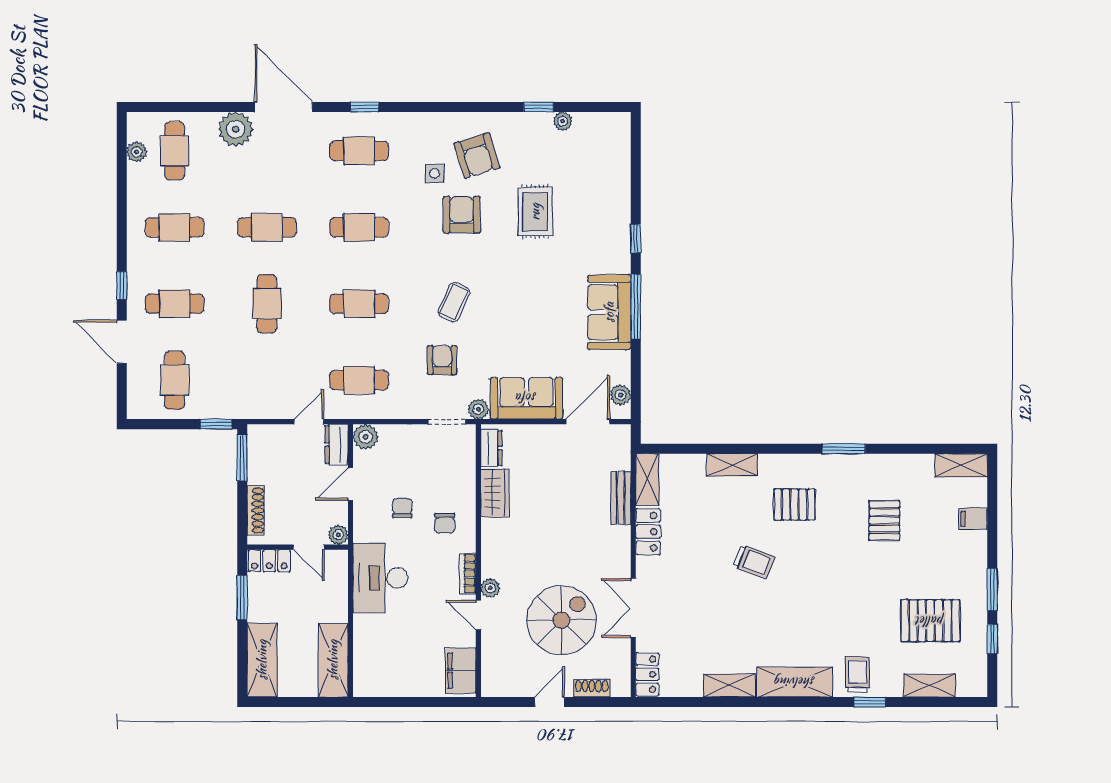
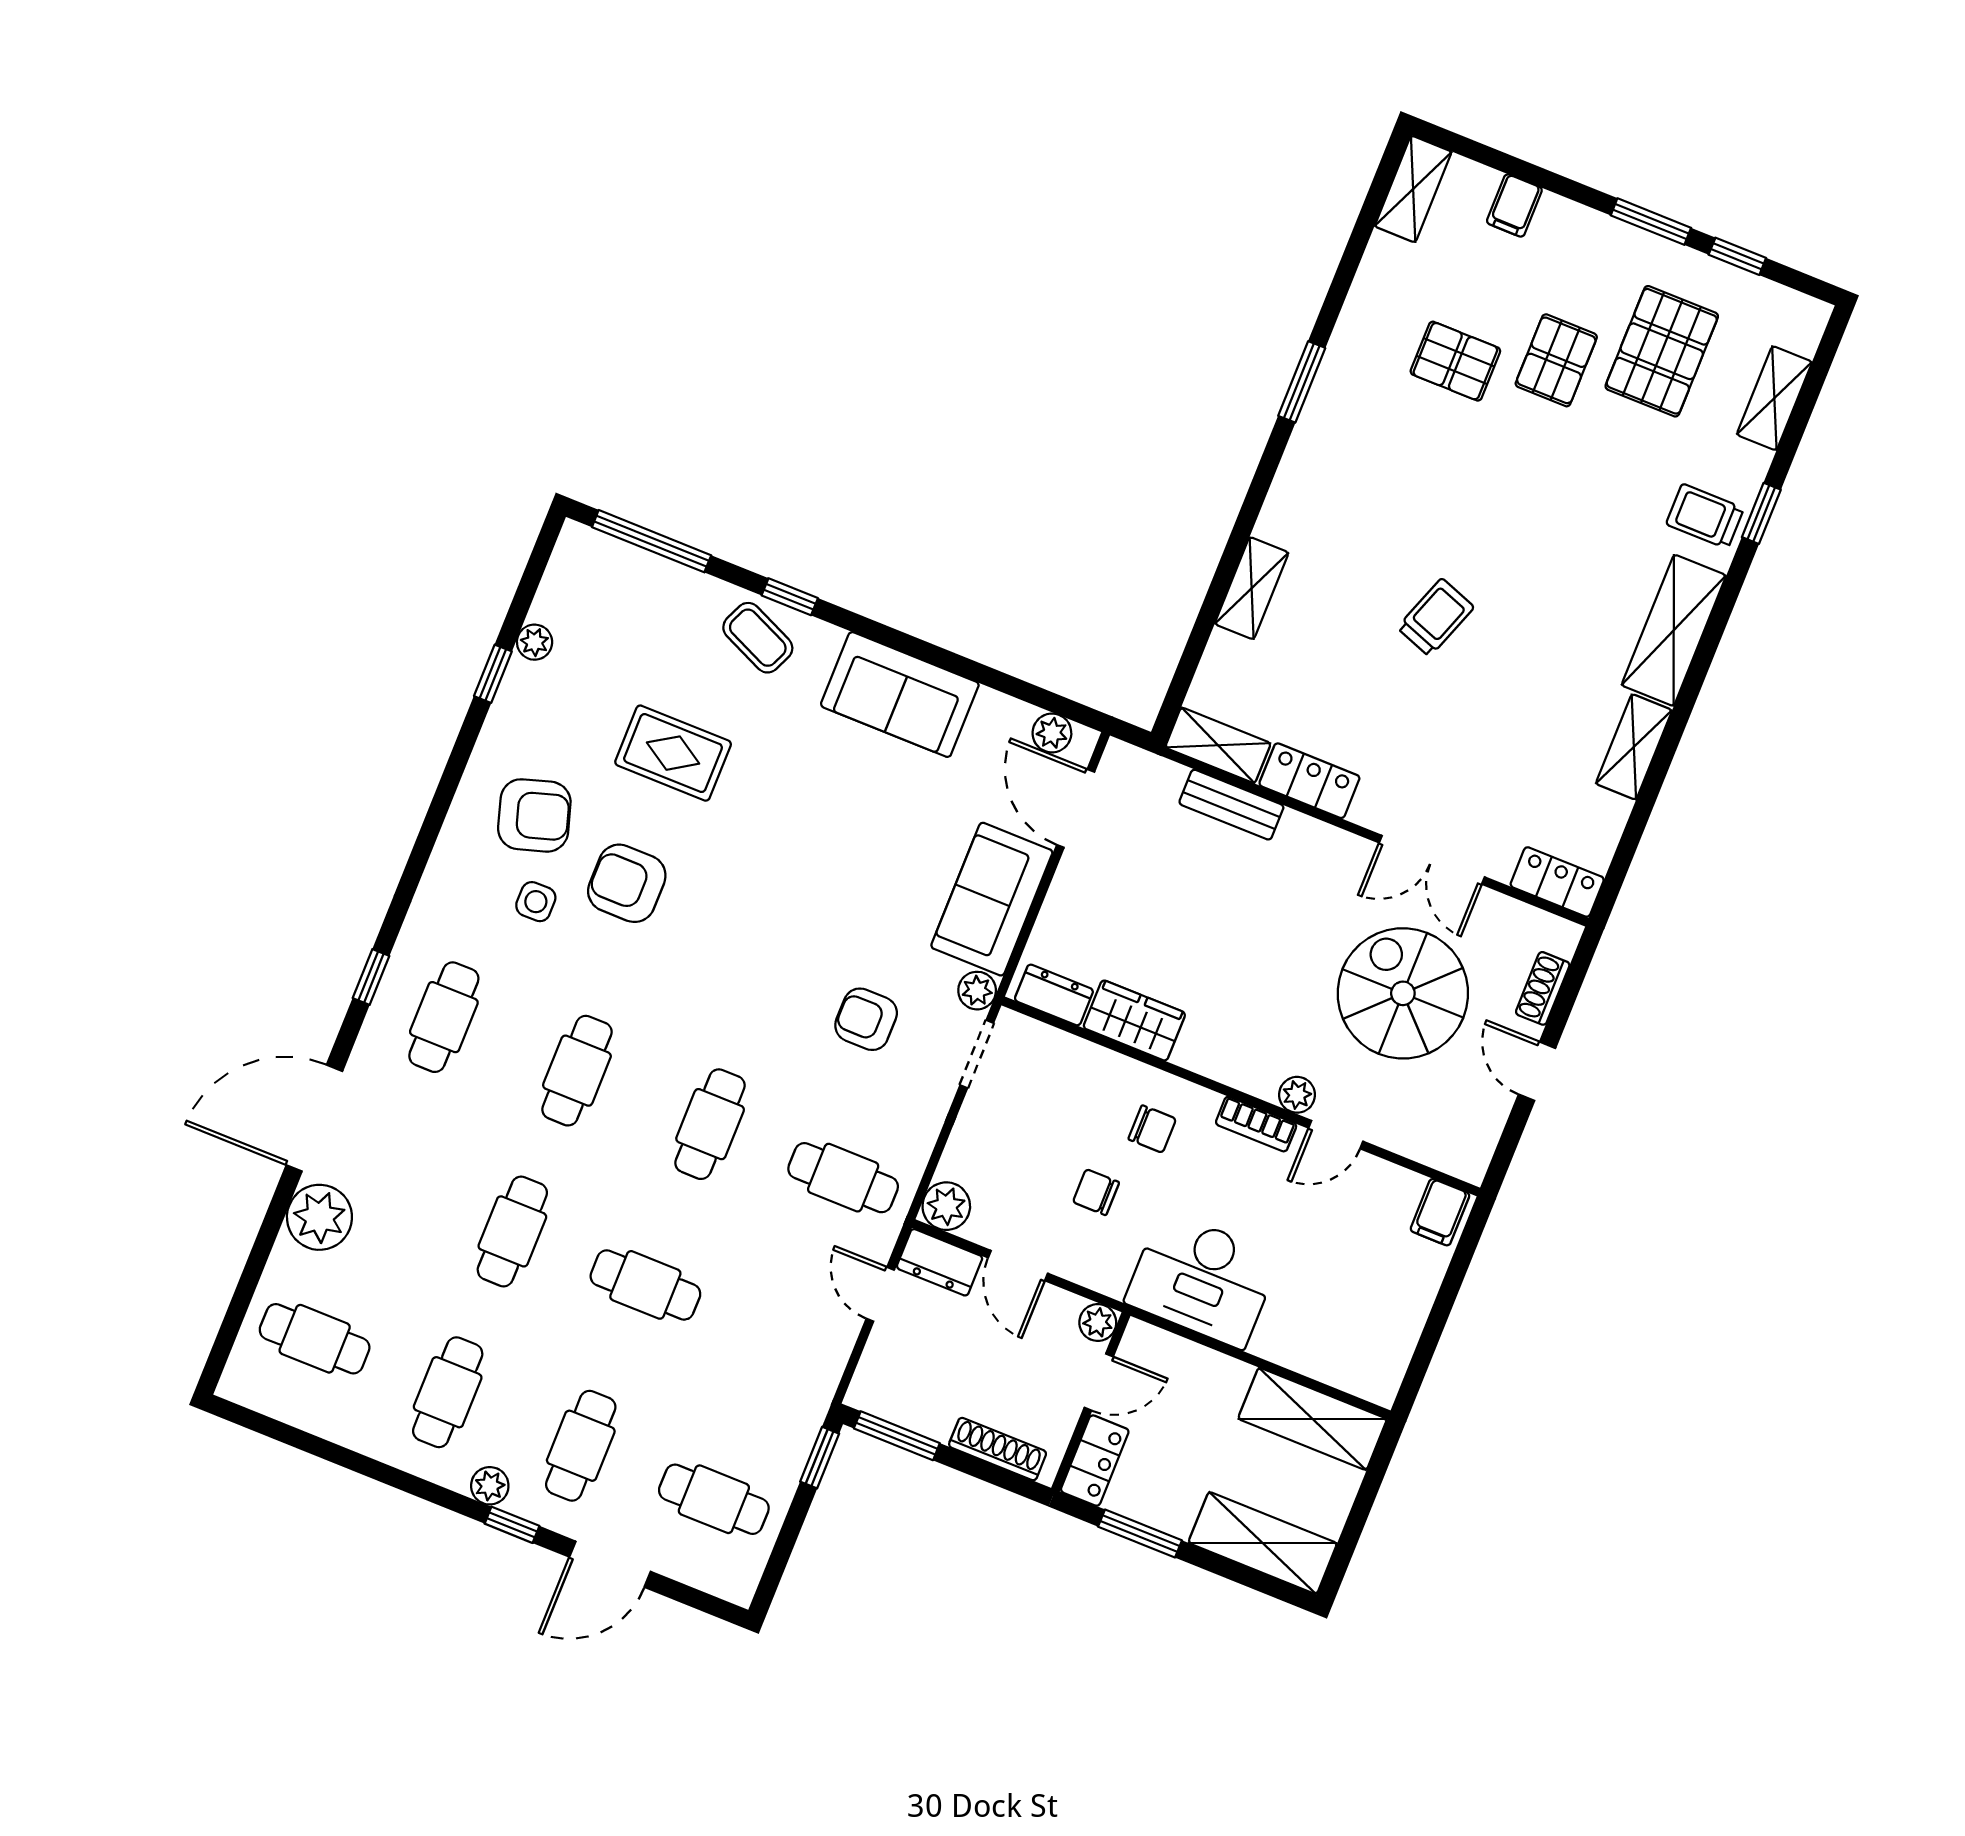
plant: (137, 152) -> (490, 1486), moved
coffee table: (454, 302) -> (758, 638), moved
window: (636, 306) -> (652, 541), moved
cafe table: (359, 380) -> (843, 1178), turned 90
pallet: (795, 505) -> (1556, 360), moved
filing cabinet: (461, 671) -> (1440, 1212), width x0.50

